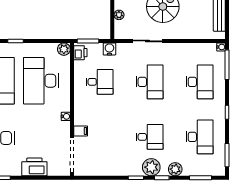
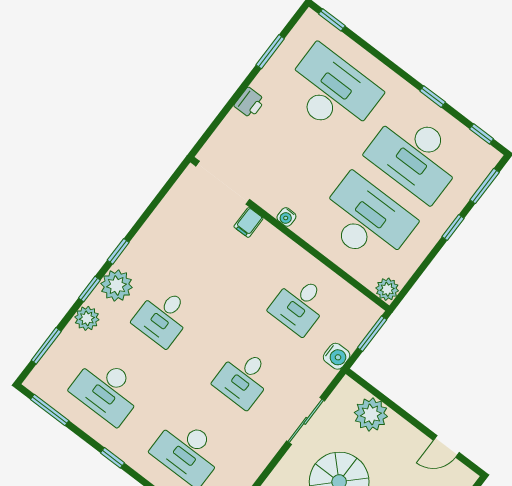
plant: (119, 15) -> (371, 414), width x1.87, depth x1.87
printer: (80, 53) -> (364, 309), removed
desk: (150, 82) -> (244, 378), width x0.73
printer: (34, 167) -> (250, 103), width x0.53, depth x0.68

